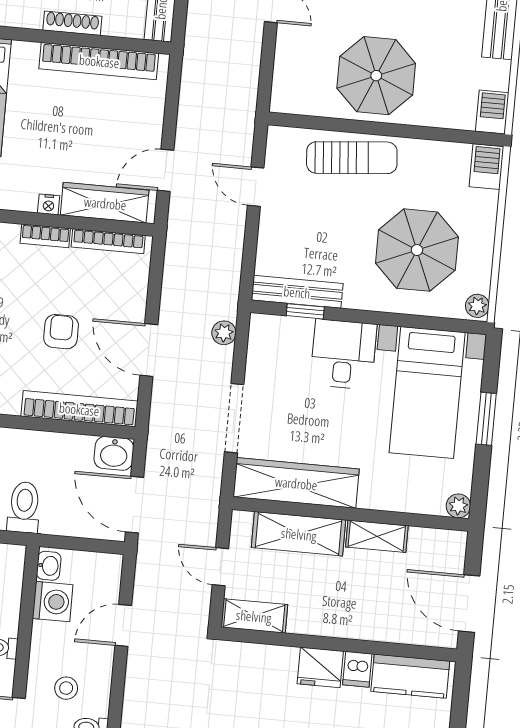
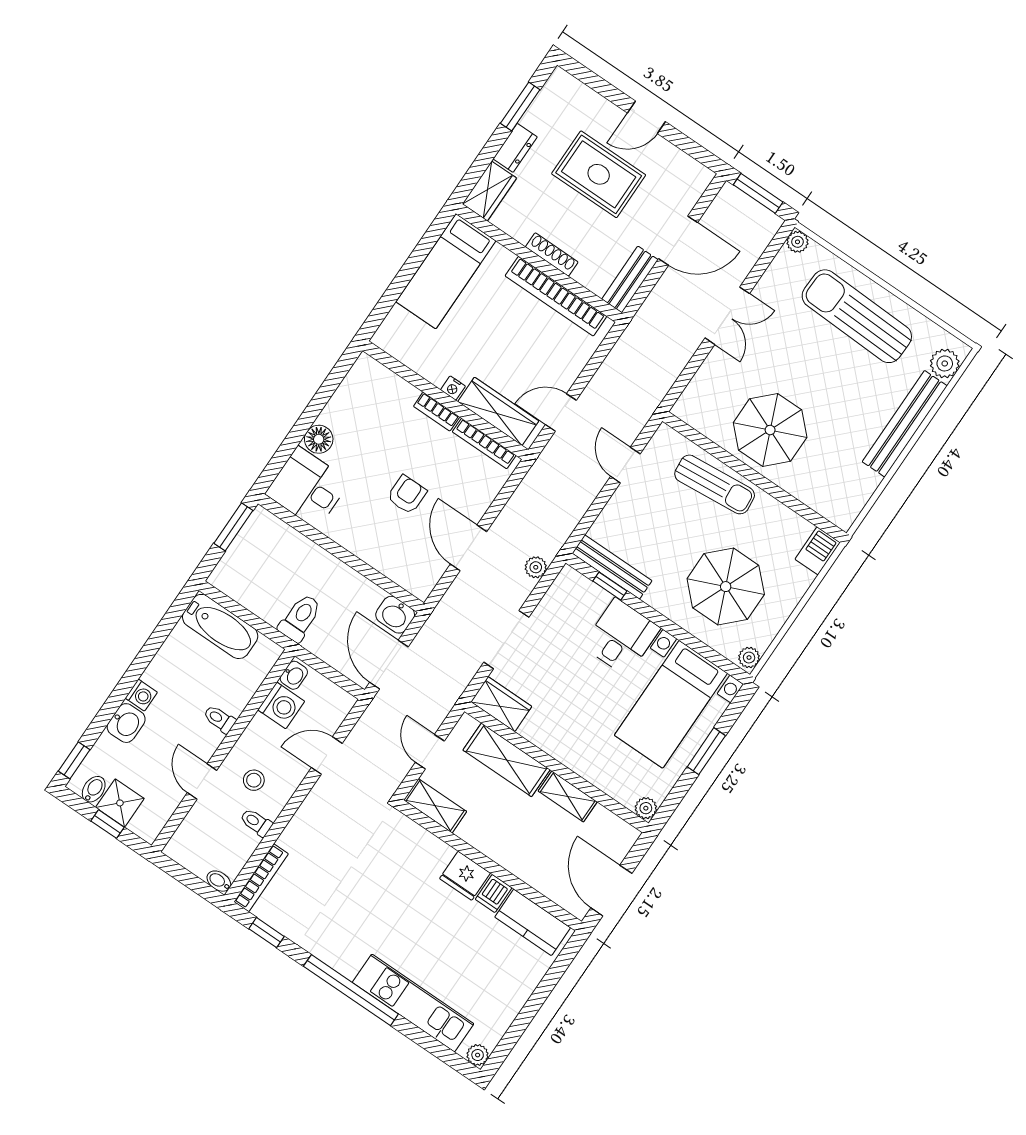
barbecue: (492, 112) -> (846, 510), removed
bookcase: (79, 409) -> (388, 564), removed
wardrobe: (296, 483) -> (501, 704), width x0.48, depth x0.85

